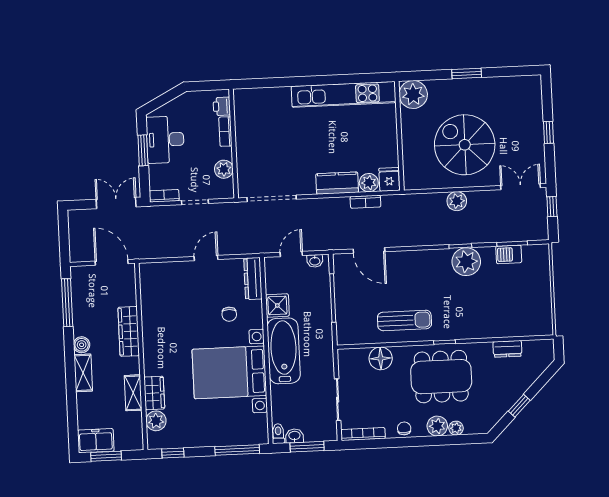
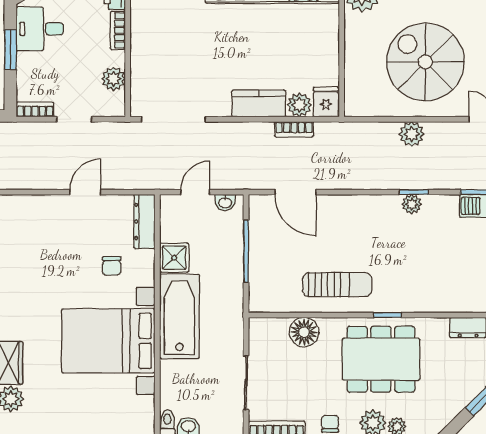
desk: (165, 140) -> (40, 29), width x0.73
plant: (466, 262) -> (412, 204), width x0.53, depth x0.53

